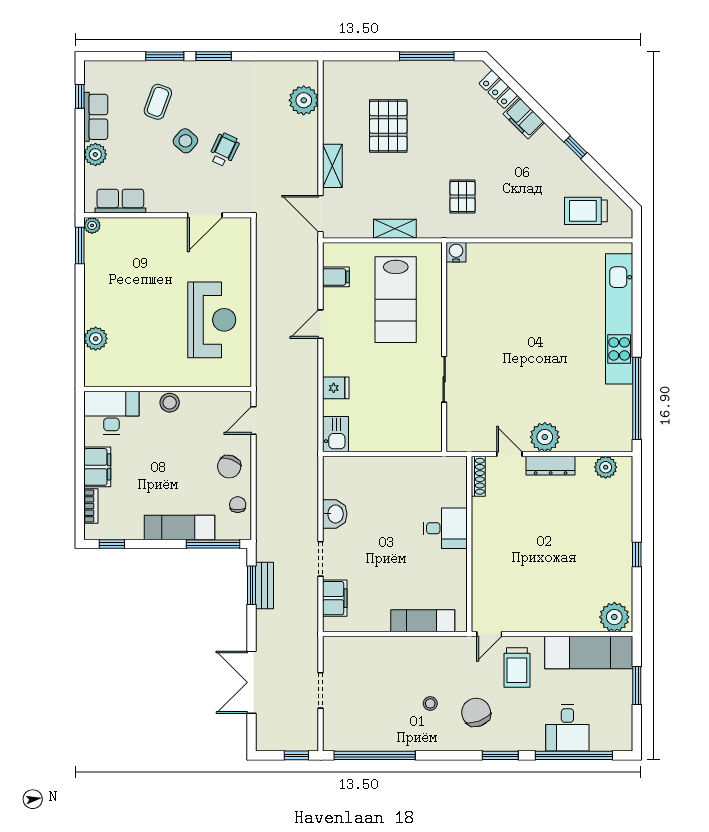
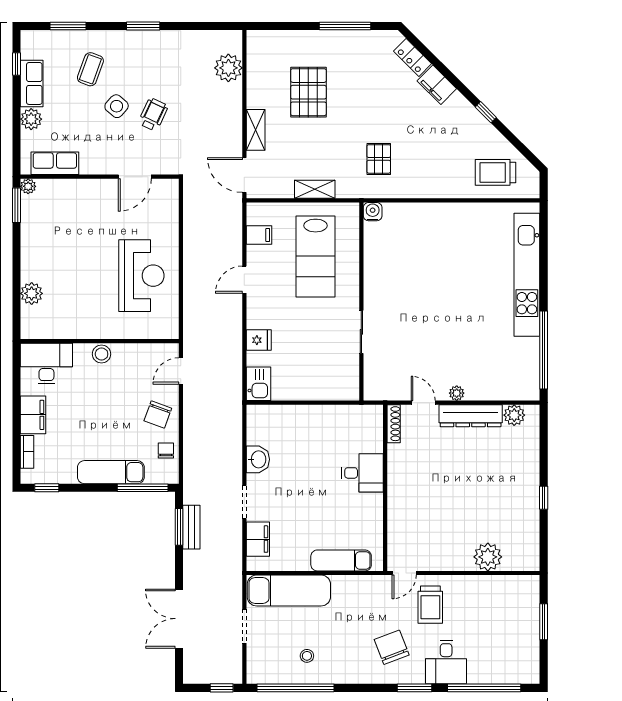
window: (165, 56) -> (68, 26), moved
plant: (545, 437) -> (457, 393), width x0.53, depth x0.53
dresser: (551, 466) -> (471, 416), width x1.37, depth x1.24
plant: (614, 617) -> (488, 557), moved
exam couch: (589, 652) -> (289, 590), moved
stool: (430, 703) -> (307, 656), moved
desk: (567, 728) -> (446, 662), moved

